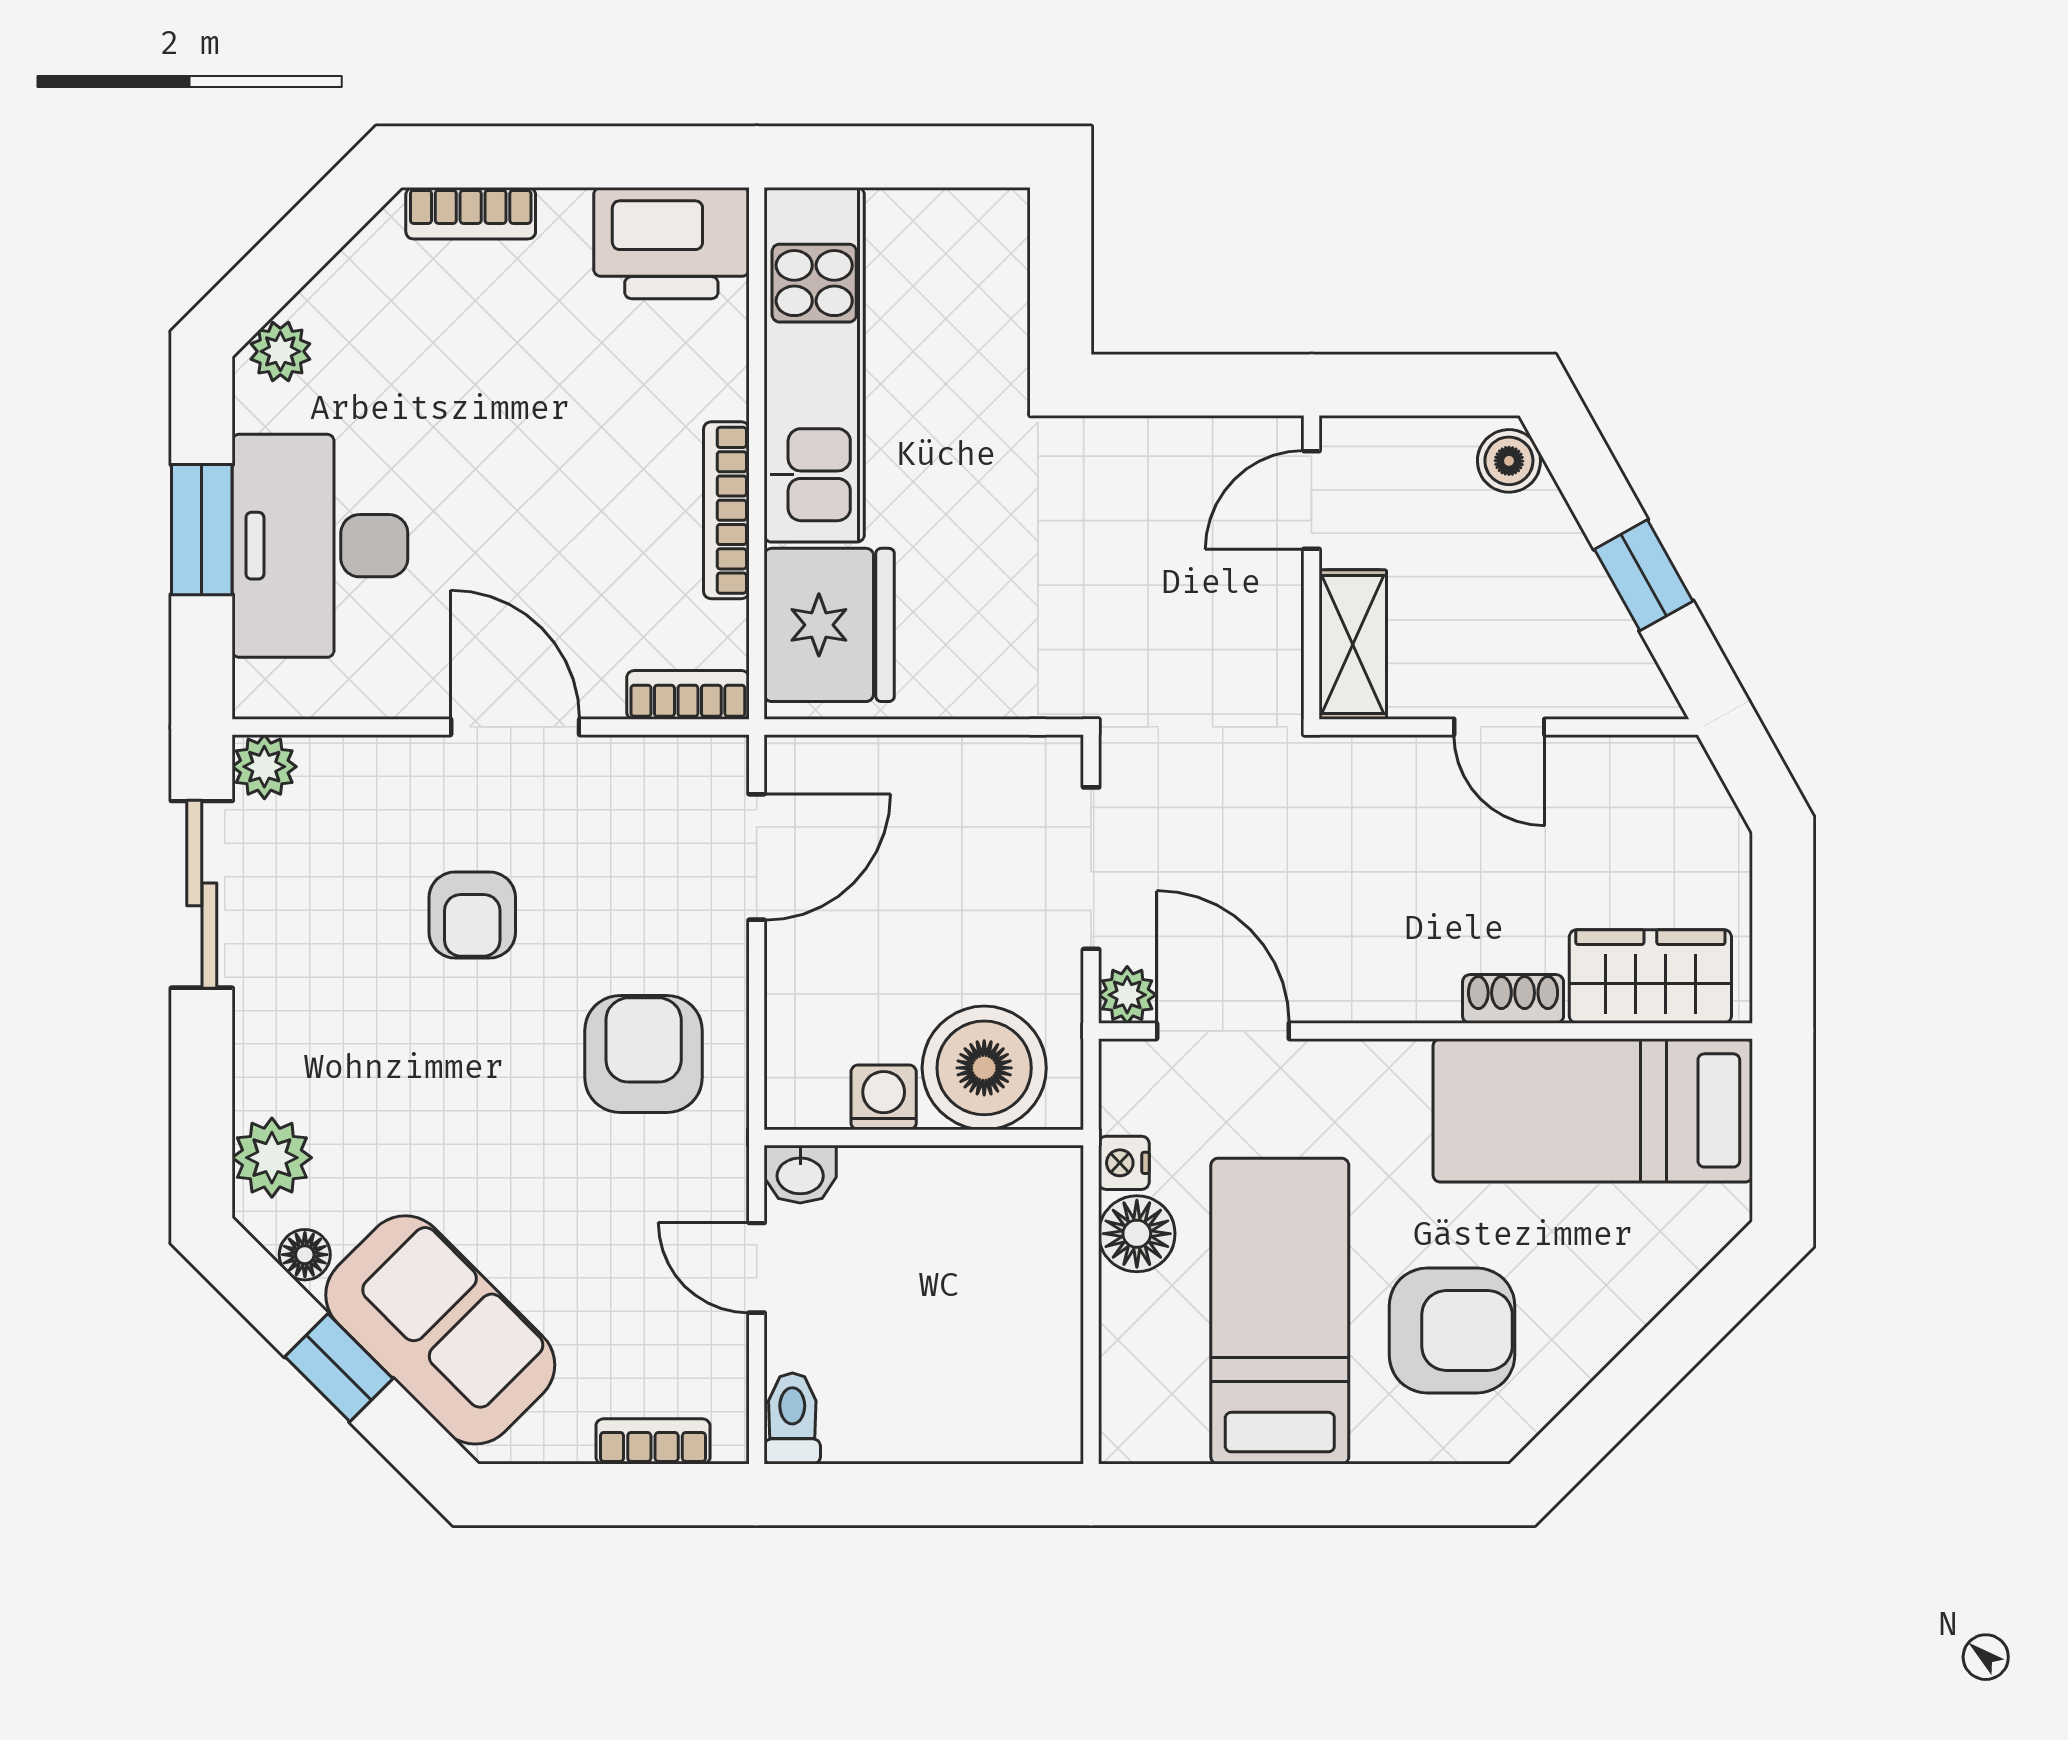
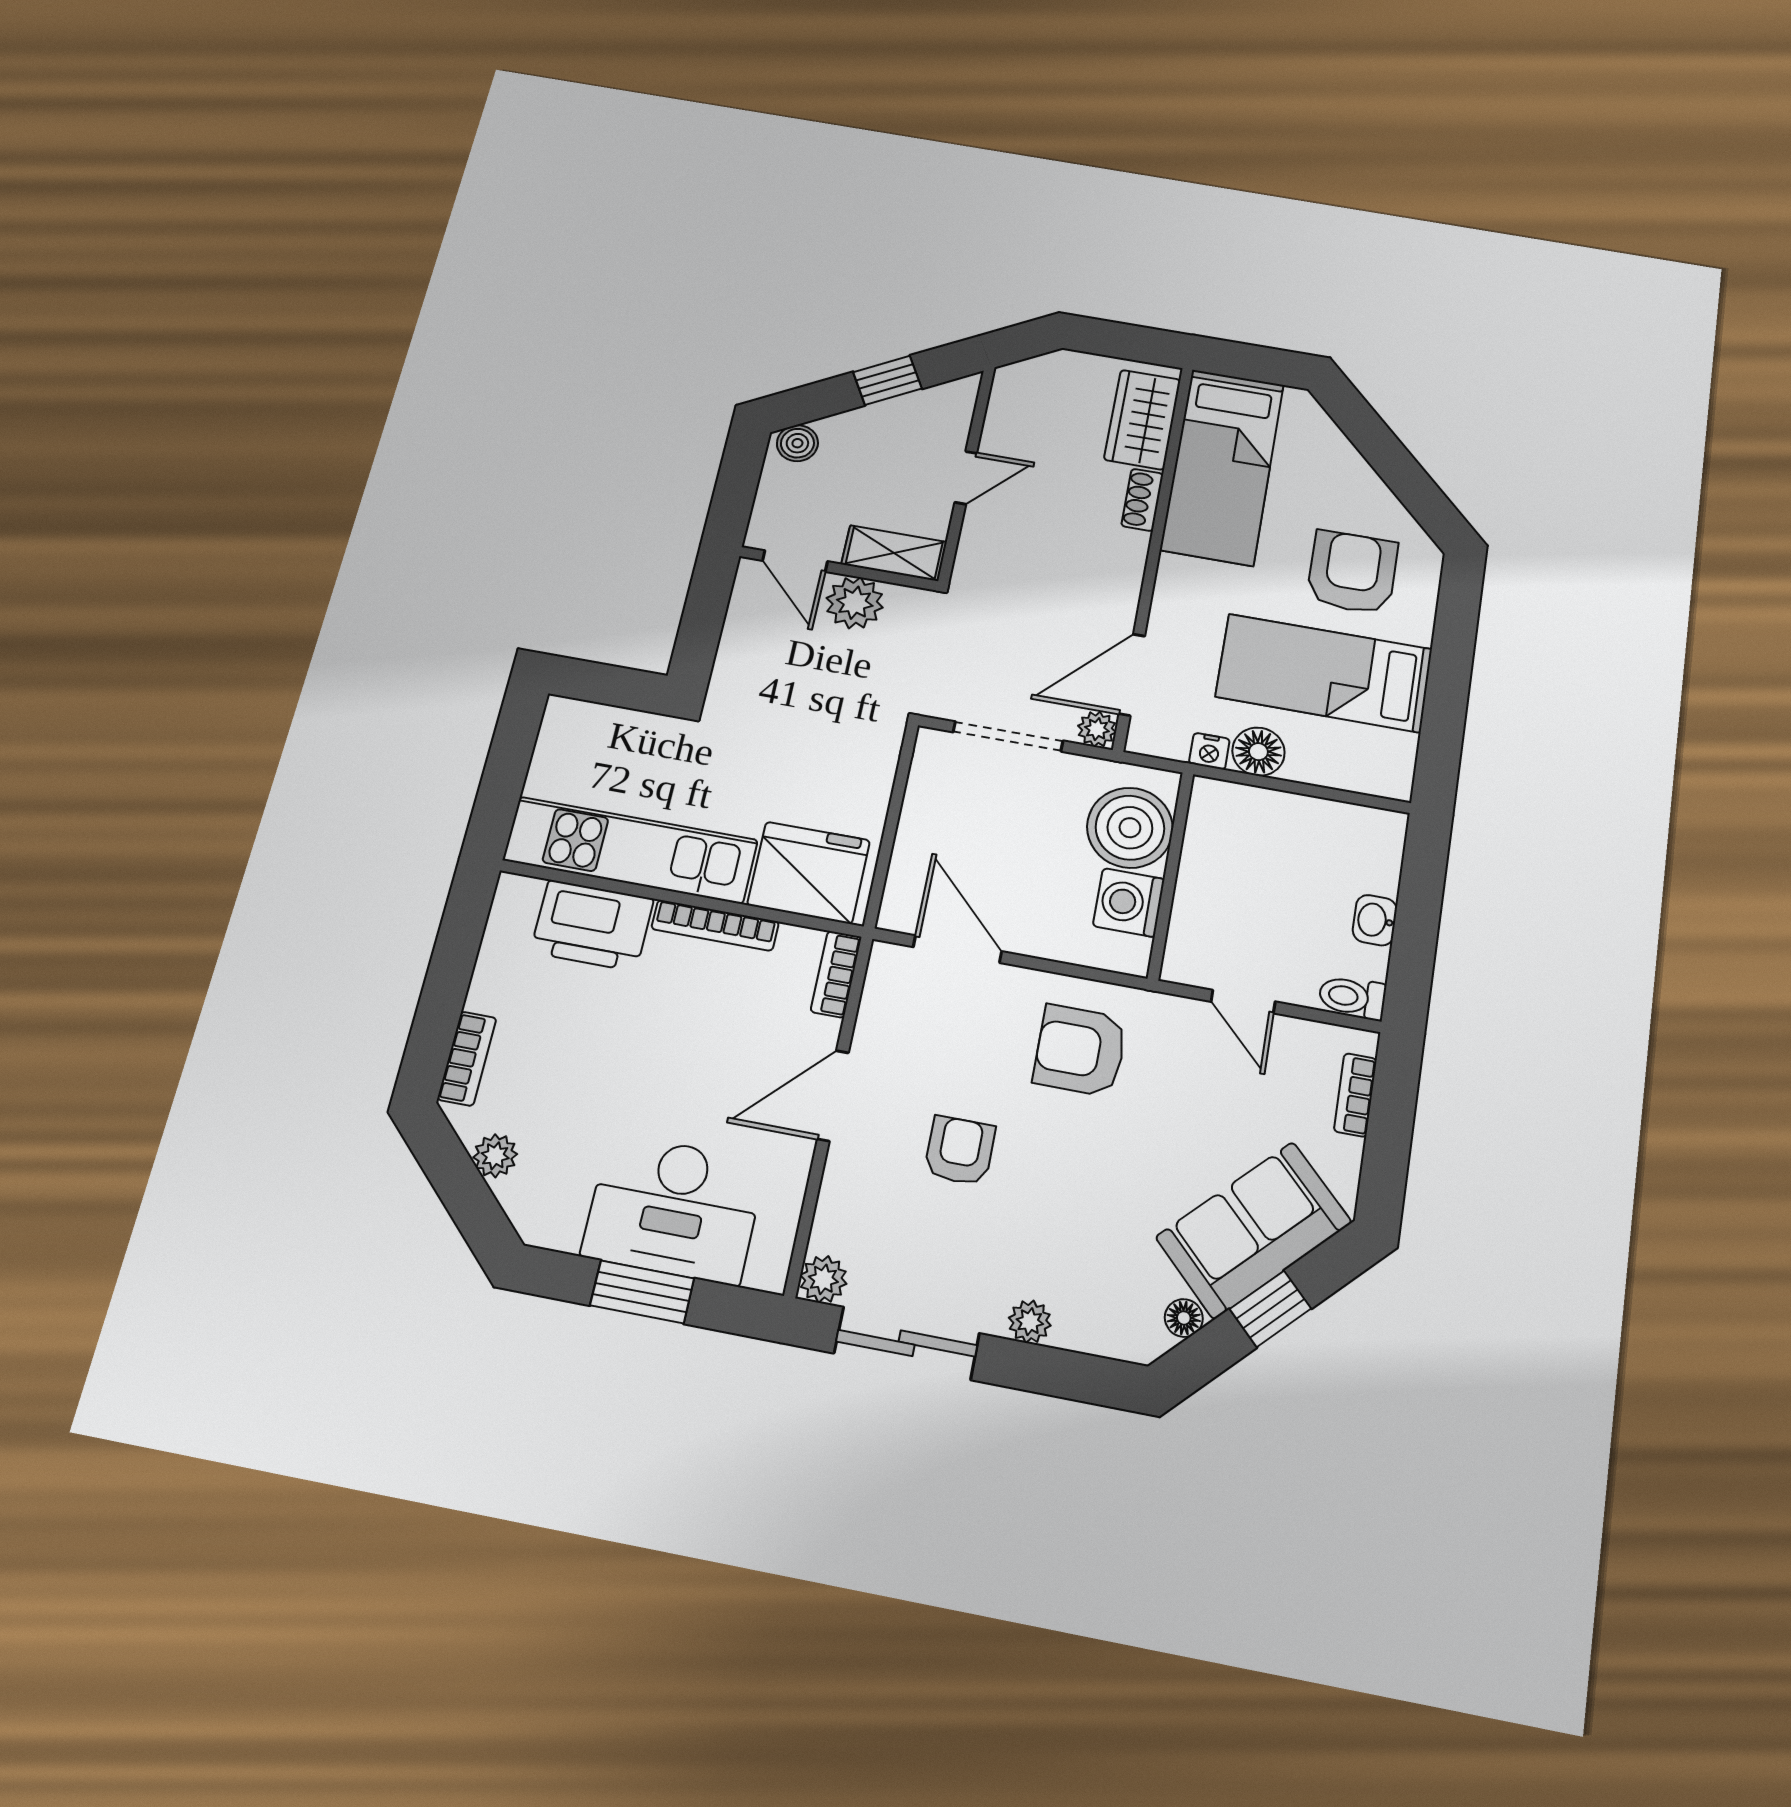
printer: (671, 243) -> (592, 925), moved, turned 90
plant: (280, 351) -> (495, 1156), moved
plant: (1261, 603) -> (855, 603), added
armchair: (472, 915) -> (960, 1151), turned -90
washing machine: (884, 1097) -> (1129, 903), width x1.38, depth x1.38
plant: (272, 1158) -> (1030, 1322), moved, width x0.73, depth x0.73
washbasin: (800, 1174) -> (1375, 920), moved, turned 180
door: (757, 1268) -> (1243, 1002), hinge flipped

